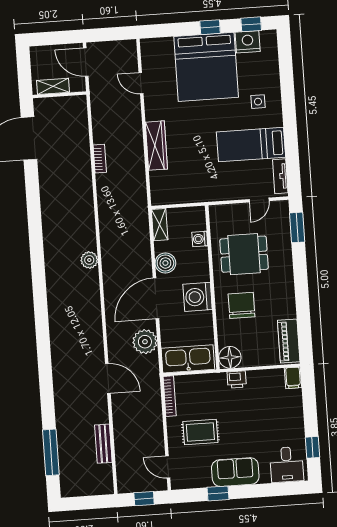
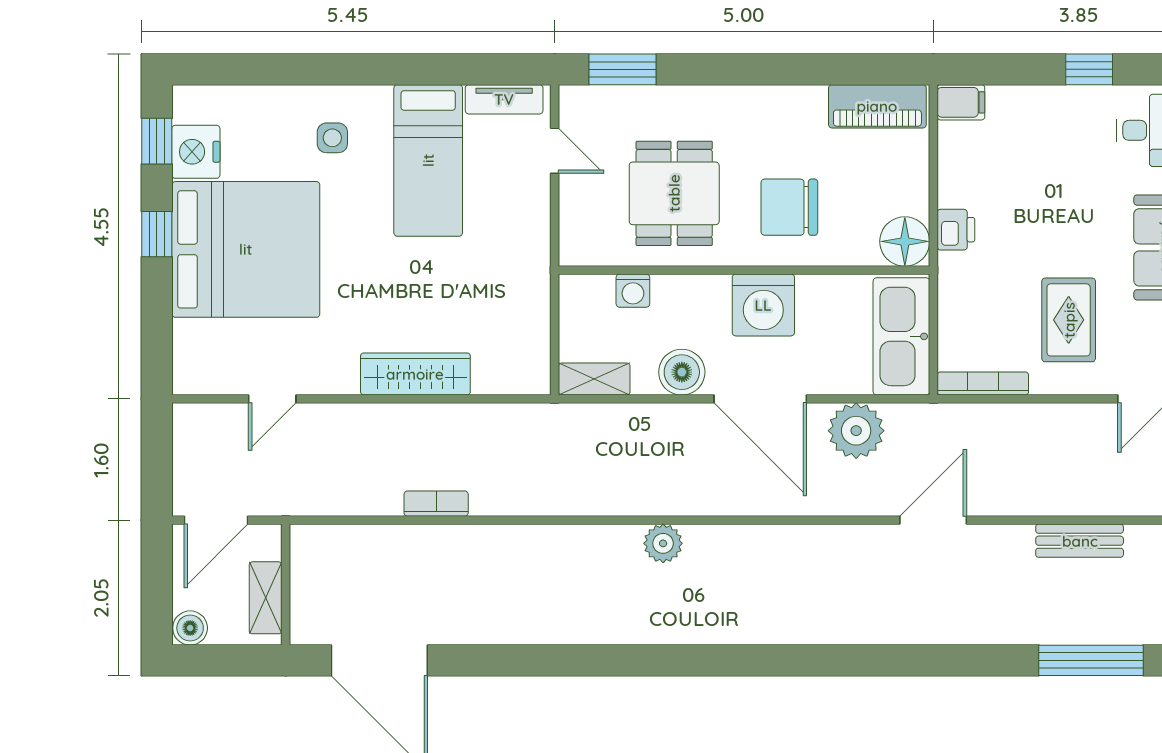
boiler: (37, 54) -> (190, 628), added
window: (312, 447) -> (1089, 69), moved

